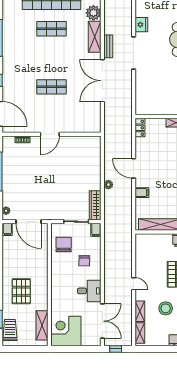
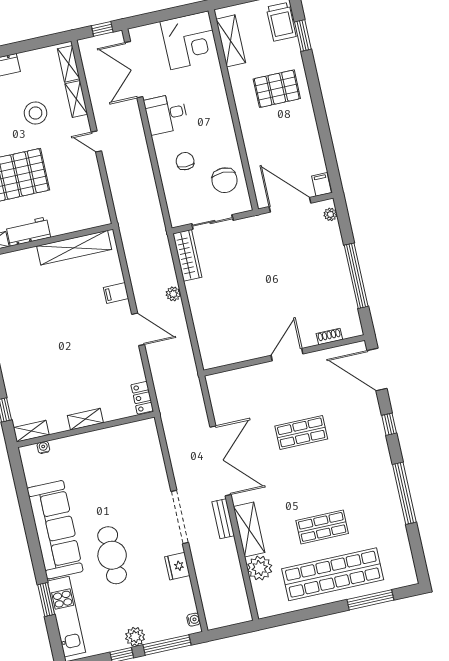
filing cabinet: (96, 230) -> (177, 216), removed
pallet: (21, 291) -> (277, 89), turned 90

